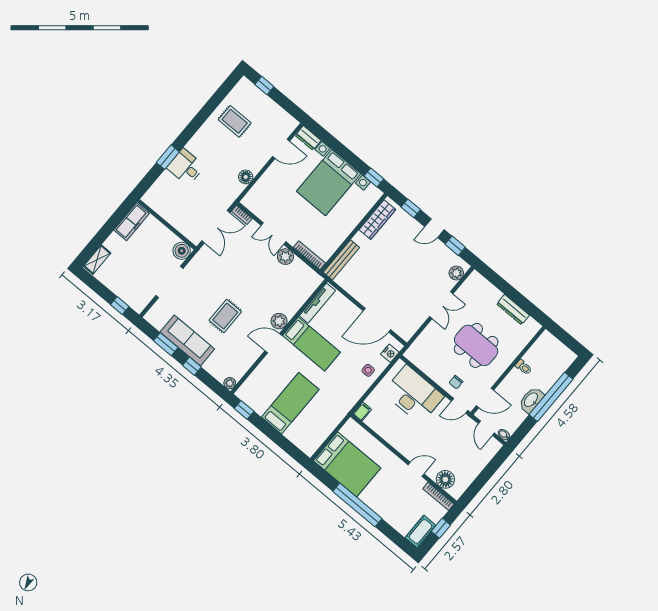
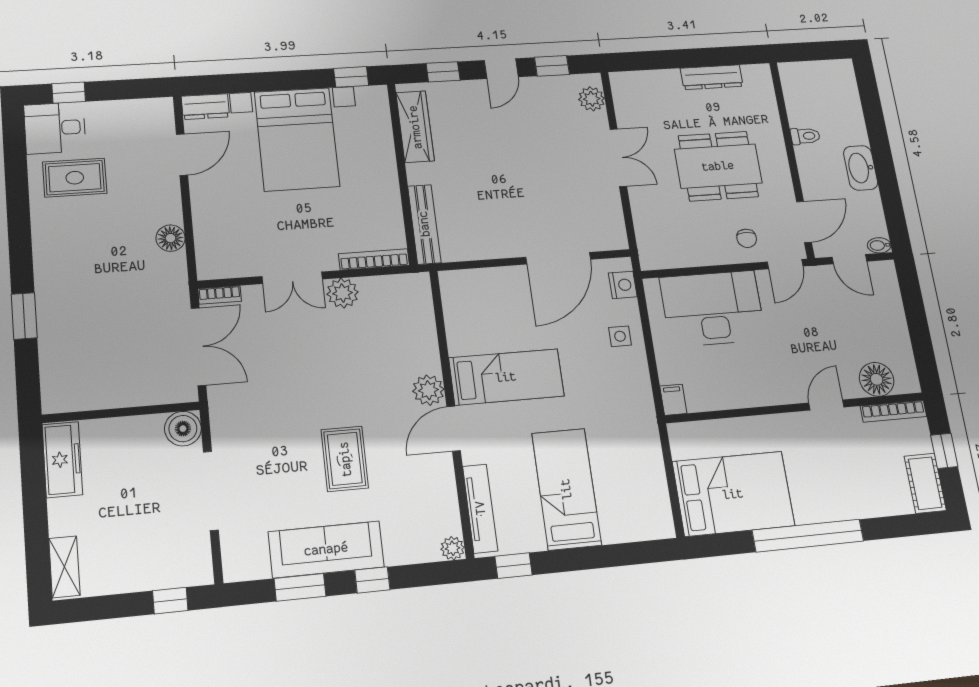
desk: (186, 167) -> (55, 128), moved
tv unit: (317, 303) -> (480, 508), moved
window: (551, 397) -> (879, 140), removed

